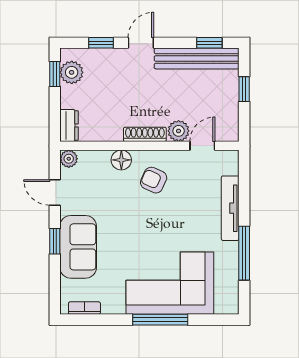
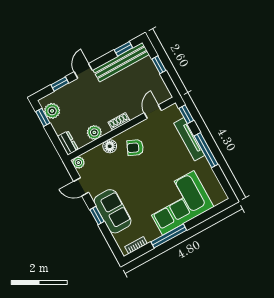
plant: (179, 131) -> (94, 132), moved
shoe rack: (145, 134) -> (119, 121), width x0.70
window: (244, 173) -> (186, 114), added
window: (244, 253) -> (206, 150), moved
window: (160, 320) -> (169, 236), moved

